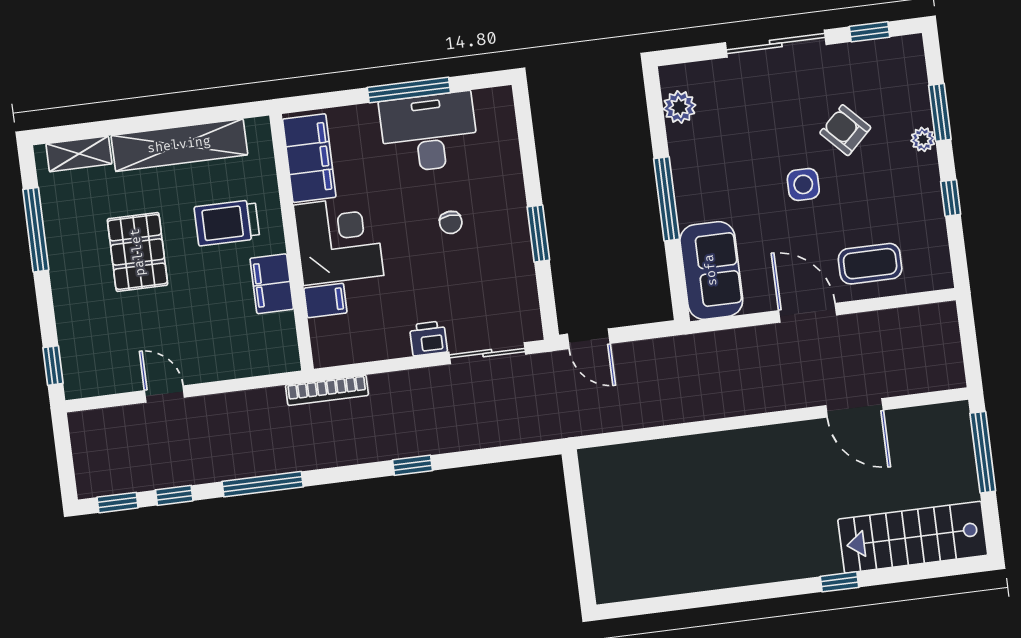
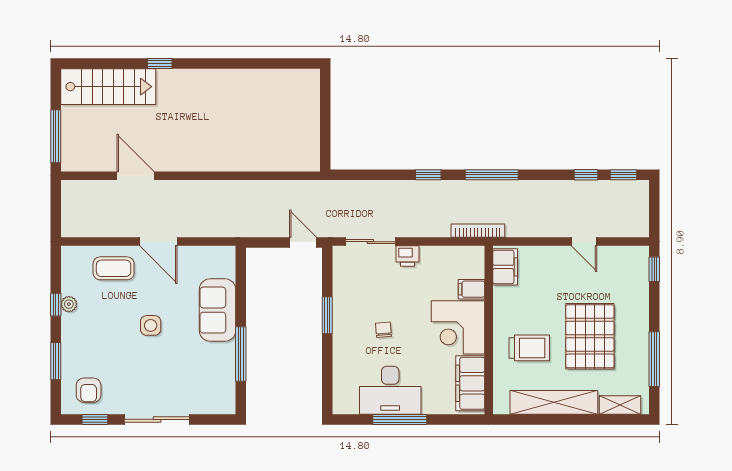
plant: (679, 107) -> (225, 386), removed
armchair: (845, 130) -> (89, 390), moved, turned 44
plant: (923, 139) -> (69, 304), moved
window: (667, 199) -> (241, 354), moved
pallet: (138, 252) -> (590, 336), width x1.37, depth x1.41
sofa: (711, 270) -> (218, 310), moved
filing cabinet: (272, 284) -> (505, 267), moved
window: (263, 484) -> (492, 175), moved

